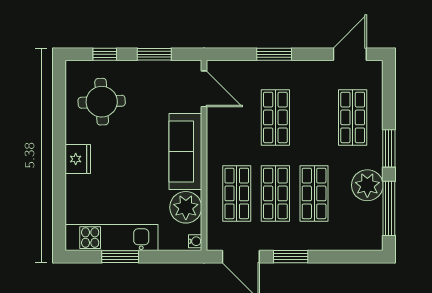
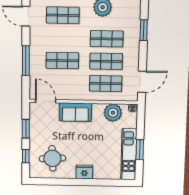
window: (274, 54) -> (26, 61), width x1.44
door: (204, 89) -> (46, 101), hinge flipped
sofa: (185, 152) -> (75, 112), width x0.73
window: (291, 257) -> (144, 30), moved

